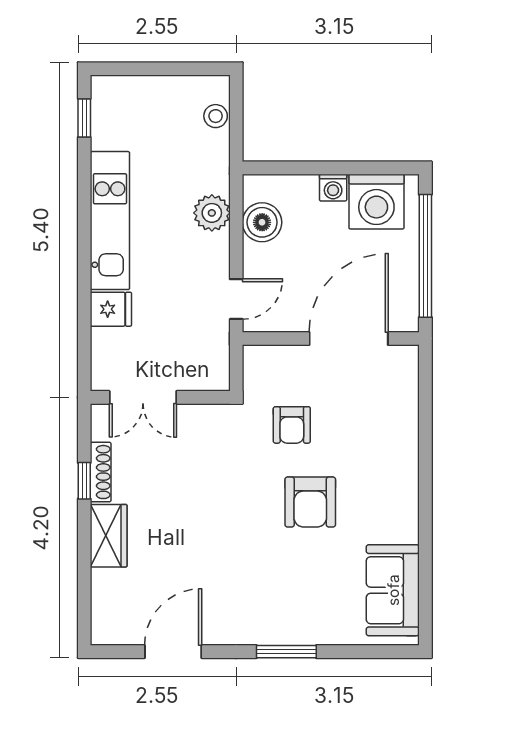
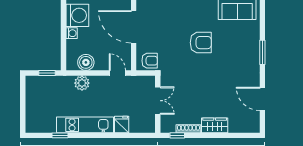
stool: (216, 116) -> (42, 81), removed
window: (84, 118) -> (60, 135), moved
window: (236, 128) -> (47, 73), added
double door: (143, 397) -> (158, 101), moved
armchair: (292, 425) -> (150, 61), moved
window: (84, 481) -> (177, 135), moved

